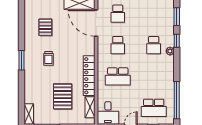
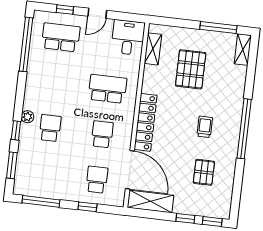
window: (21, 60) -> (244, 129), width x2.11
locker: (89, 76) -> (146, 122), moved

